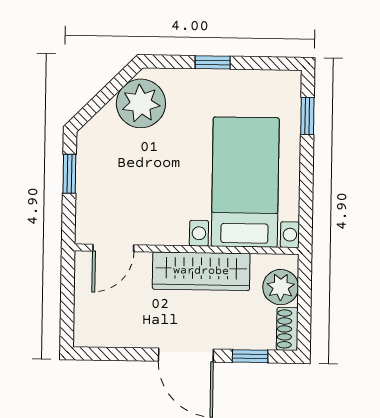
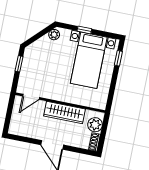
plant: (141, 103) -> (54, 35), width x0.53, depth x0.53
bed with nightstands: (245, 182) -> (89, 60), moved, turned 180
window: (250, 356) -> (78, 150), removed

